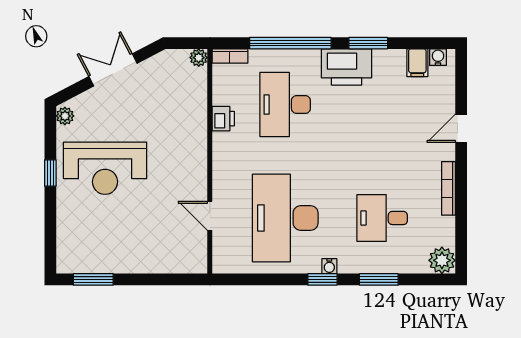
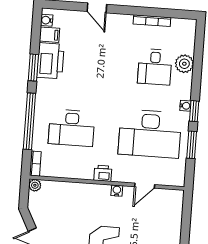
printer: (347, 67) -> (50, 61), moved
printer: (223, 119) -> (103, 173), moved
water cooler: (200, 176) -> (117, 191), added
bookcase: (448, 188) -> (152, 21), moved
plant: (442, 260) -> (184, 64), moved
window: (379, 279) -> (192, 145), moved

